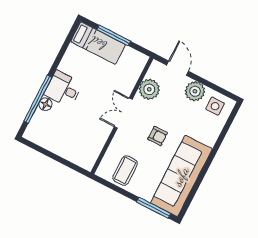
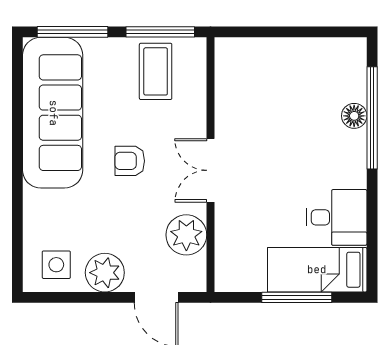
desk: (63, 89) -> (337, 217), moved
double door: (123, 113) -> (210, 170), swing flipped
window: (114, 187) -> (160, 32), added

